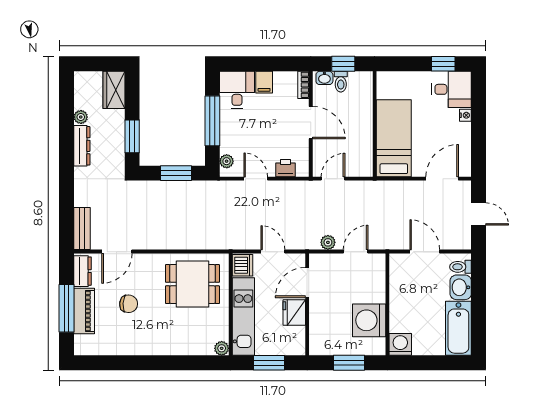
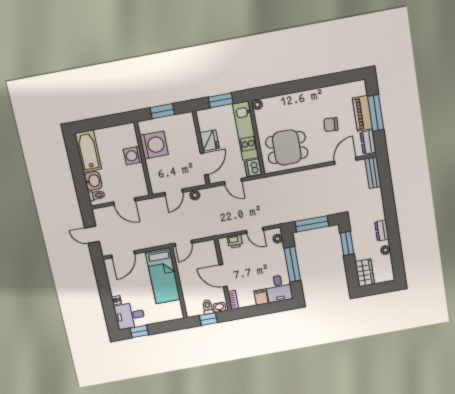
dresser: (82, 146) -> (382, 231), width x0.70
window: (176, 173) -> (312, 224), width x1.44
door: (333, 179) -> (183, 243), moved
washing machine: (400, 344) -> (133, 156), moved, turned 90

